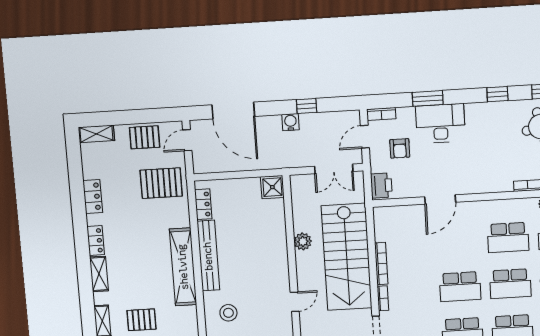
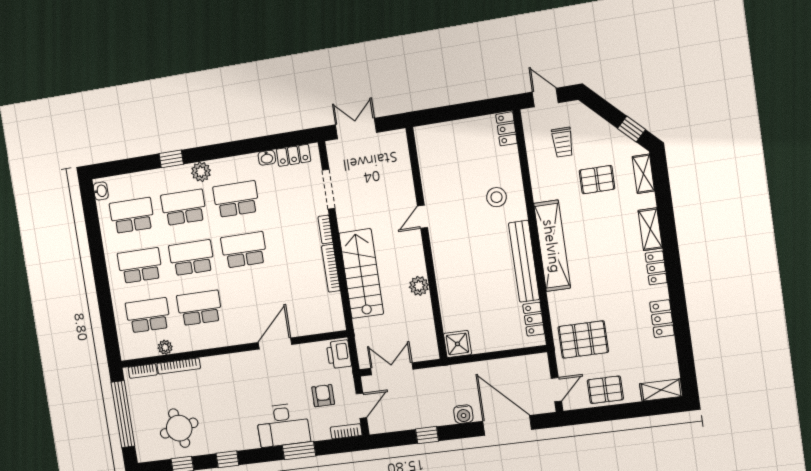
water cooler: (290, 122) -> (463, 414), moved
stairs: (347, 257) -> (361, 274), width x0.73, depth x0.66

